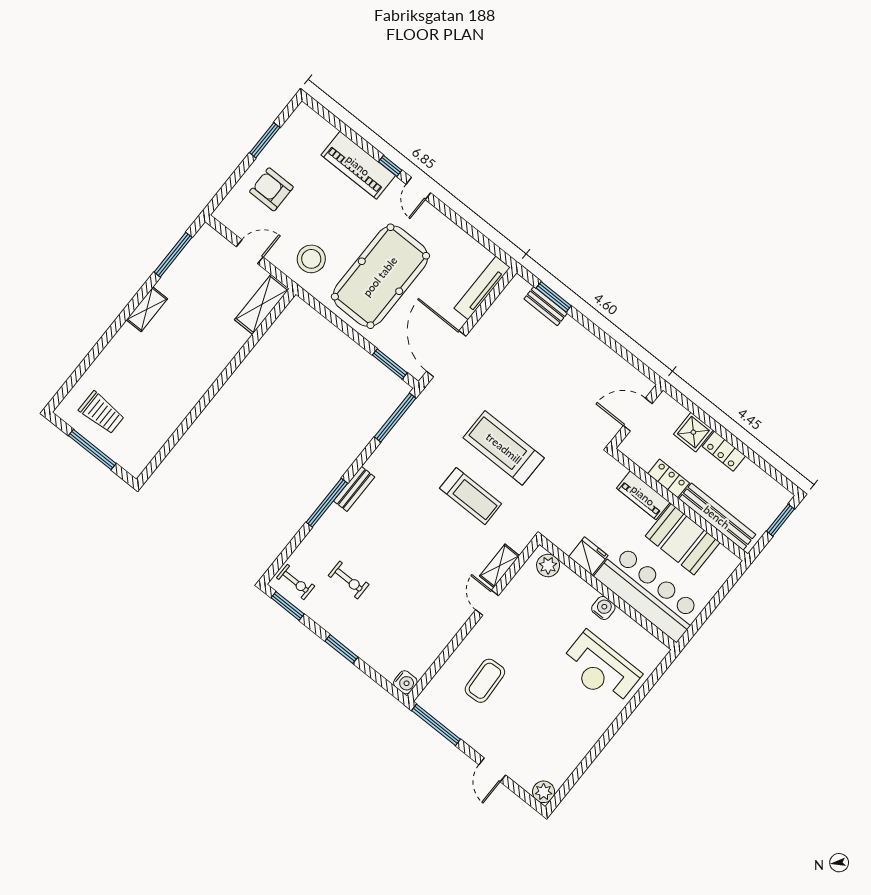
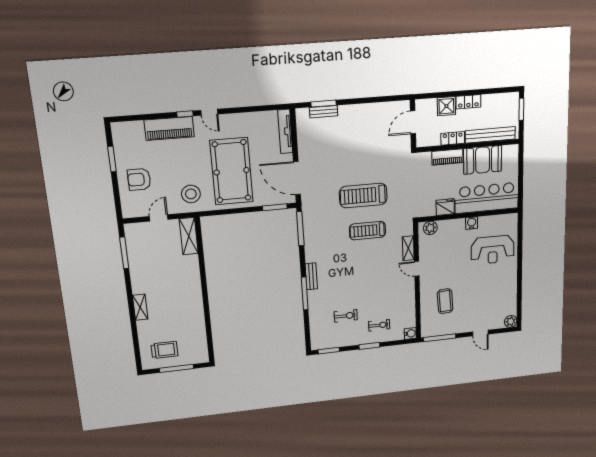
shelving: (147, 309) -> (140, 307), moved
treadmill: (471, 496) -> (367, 231), turned 180
exercise bike: (296, 582) -> (379, 325), moved

